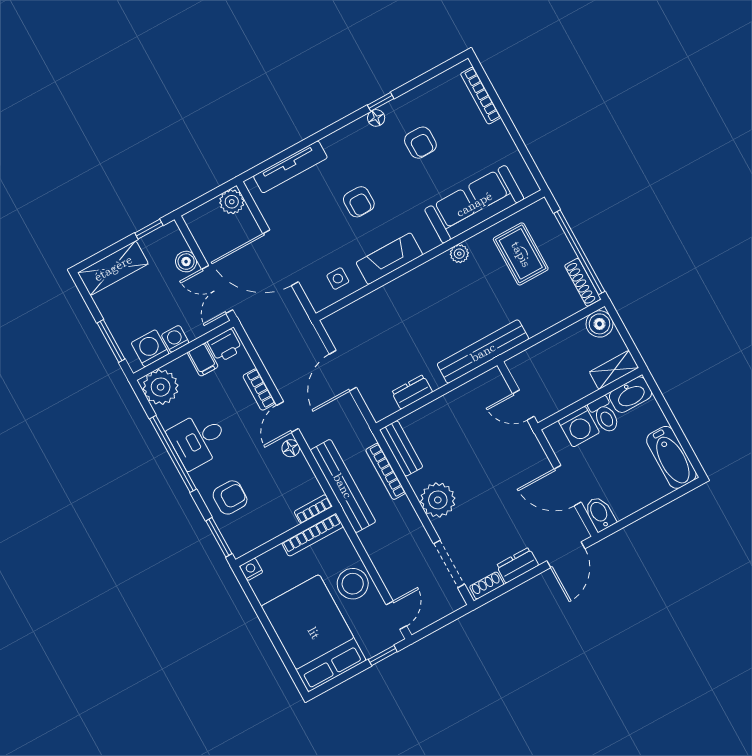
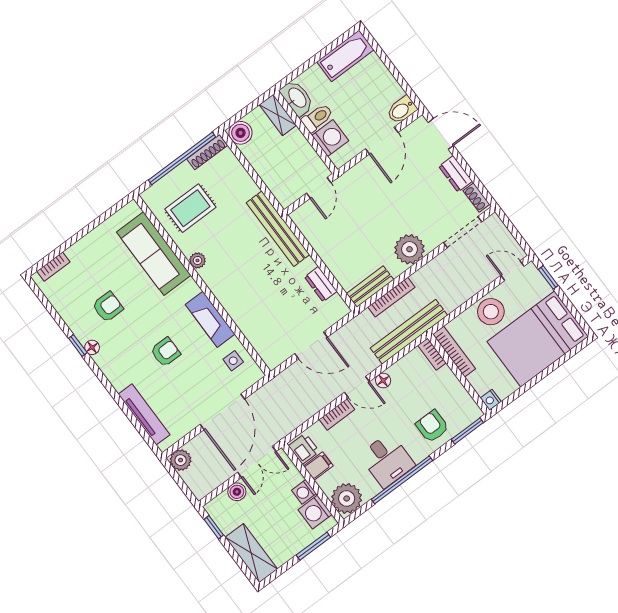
bookcase: (481, 96) -> (53, 267), width x0.64

